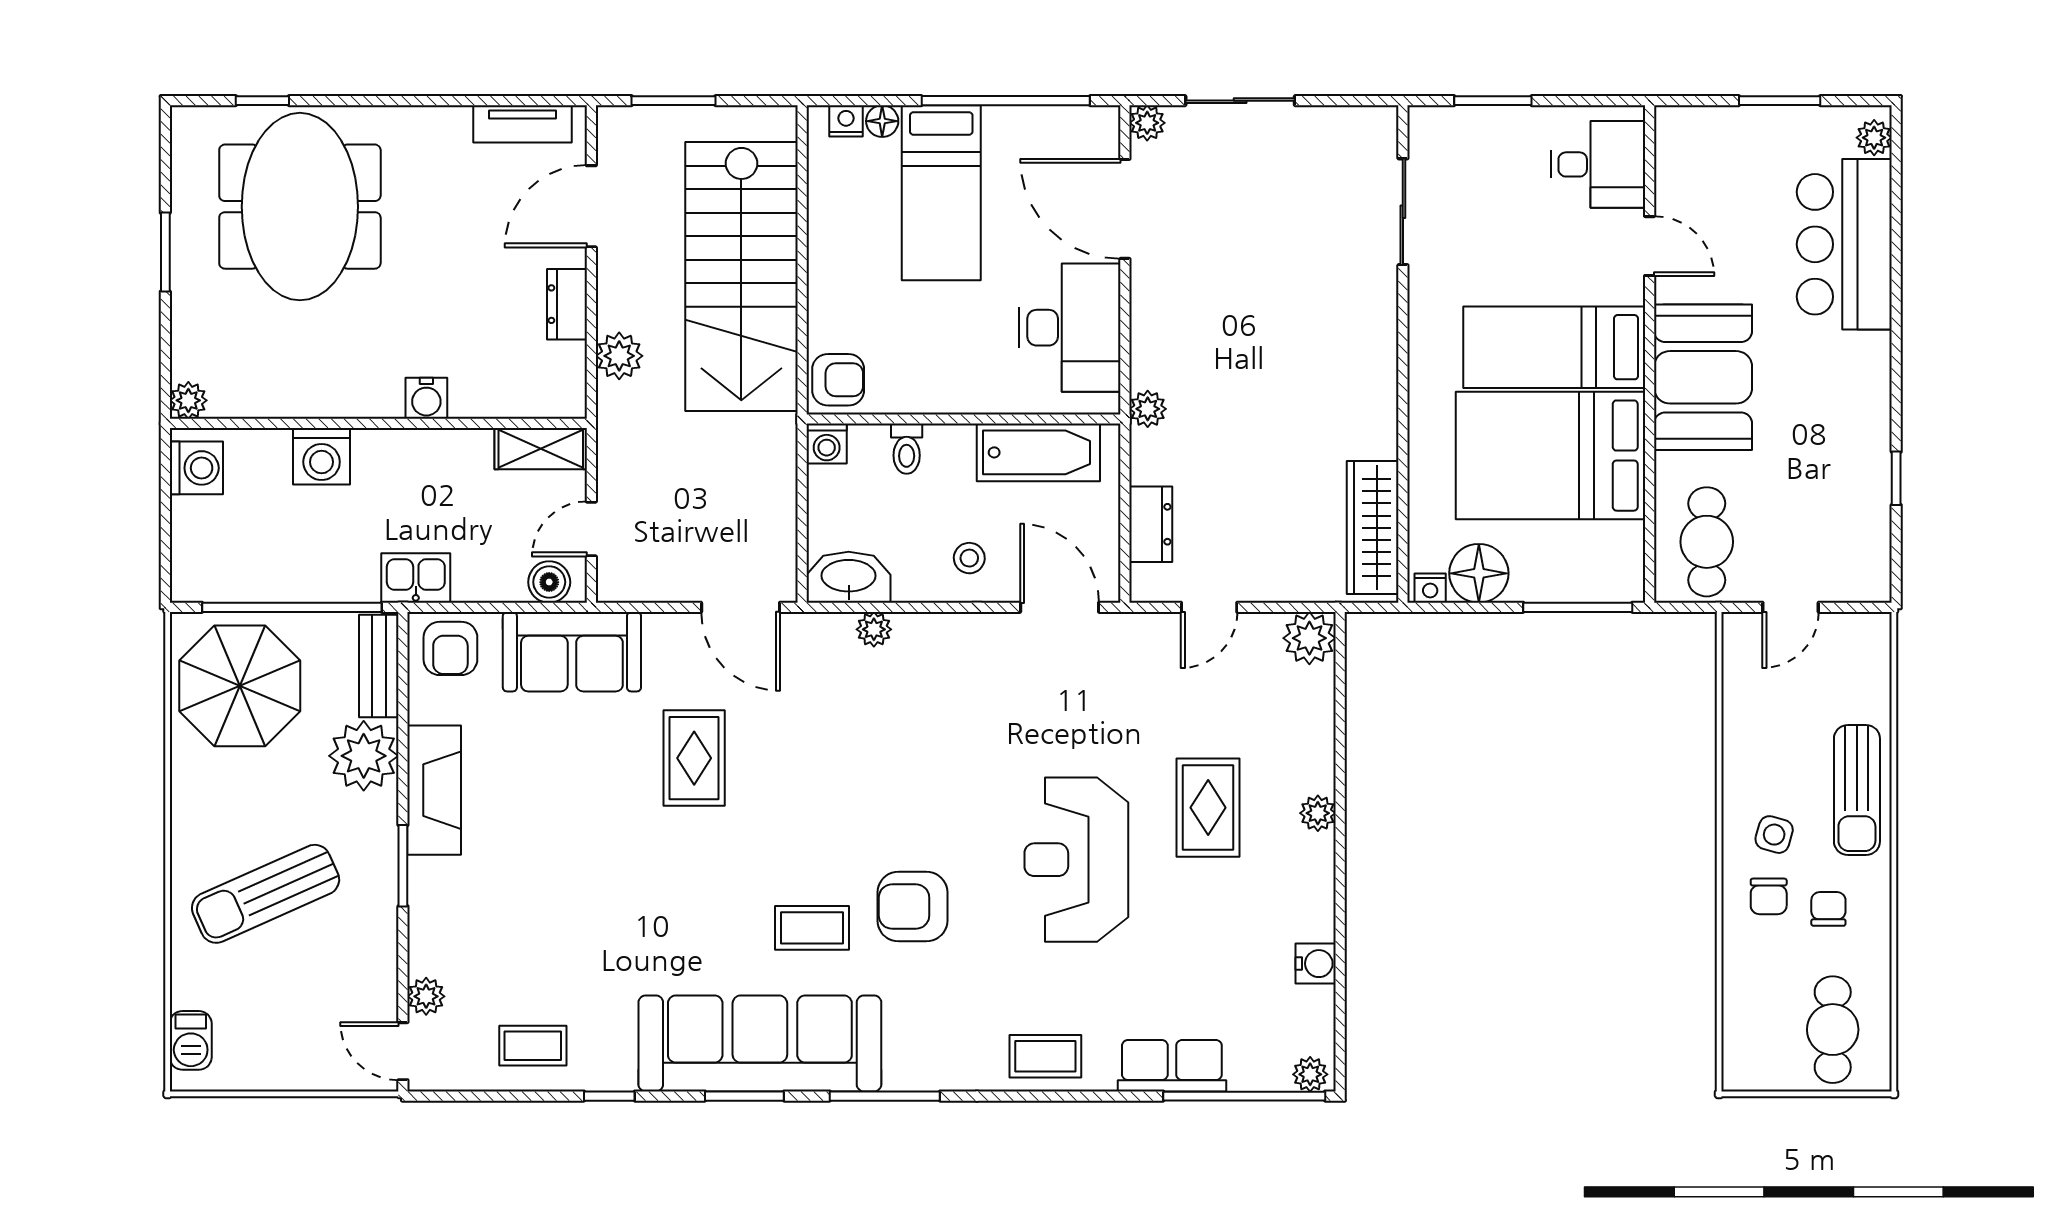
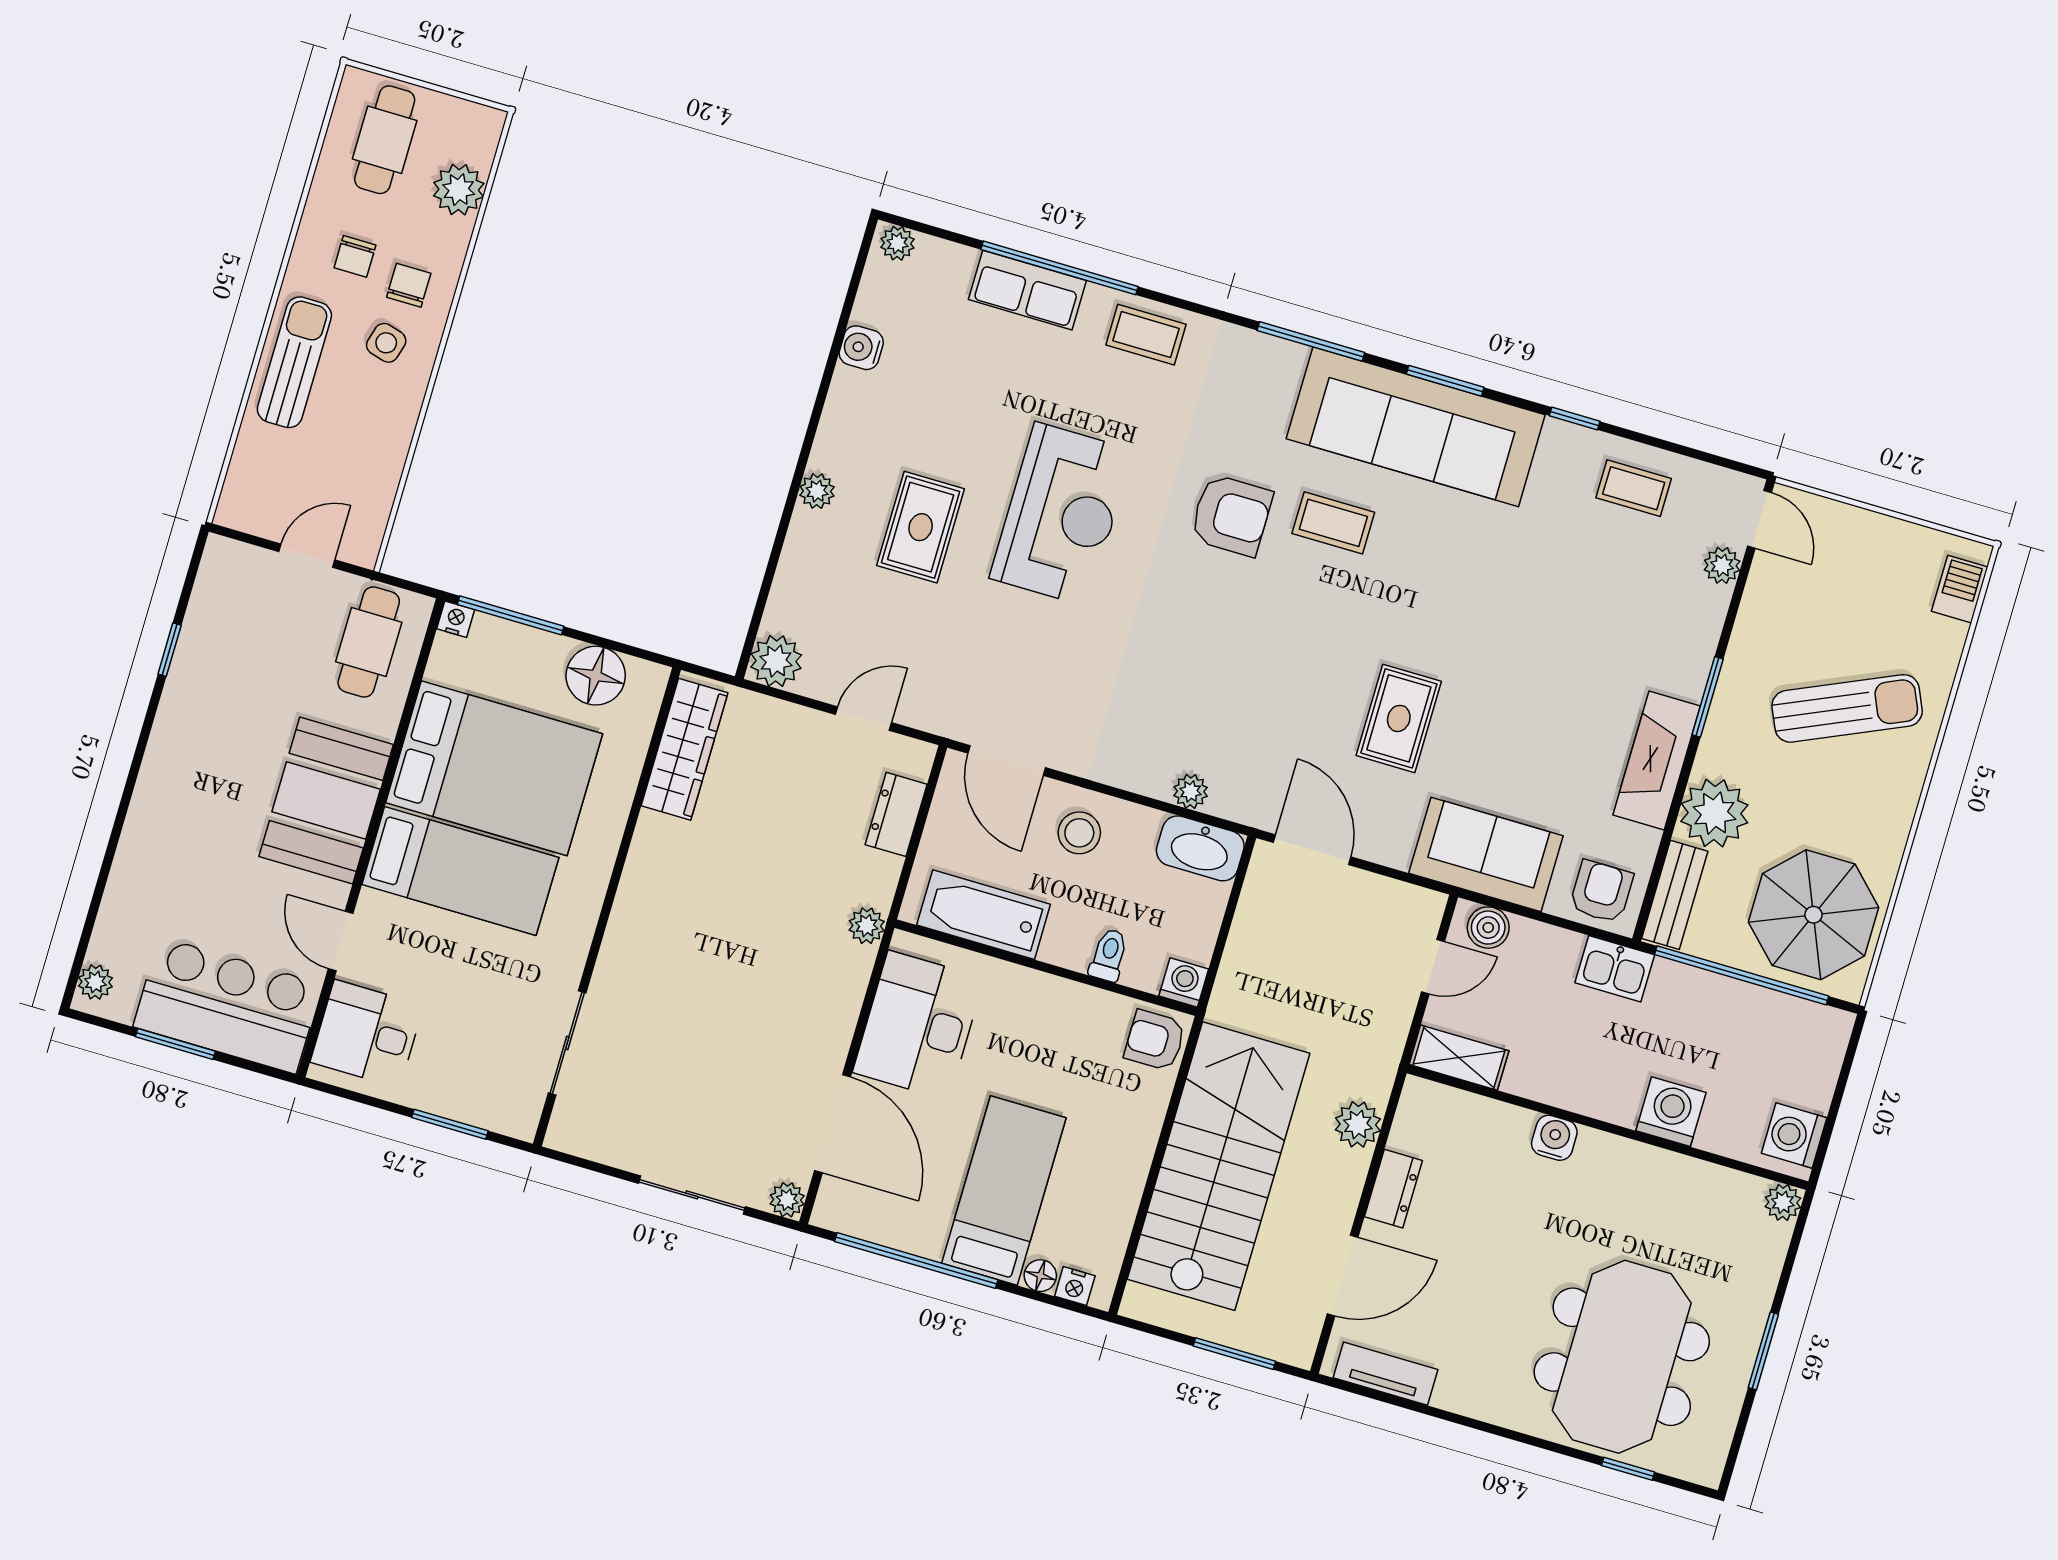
bar counter: (1844, 244) -> (228, 1005), moved, turned -90
stool: (969, 558) -> (1079, 833), width x1.37, depth x1.37
nightstand: (1430, 588) -> (456, 619), moved
plant: (1747, 1002) -> (459, 190), added
window: (1244, 1096) -> (1059, 268), moved

